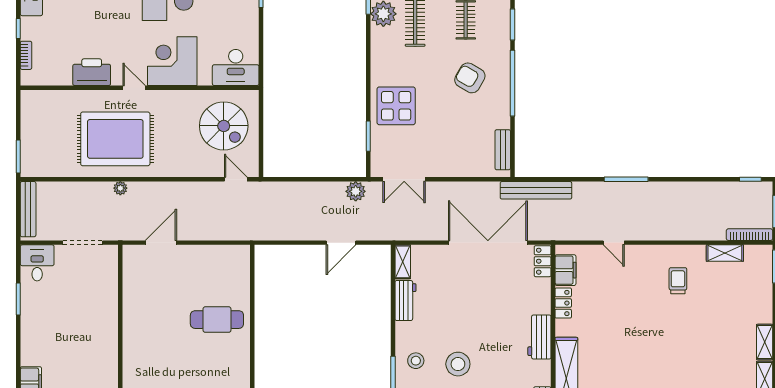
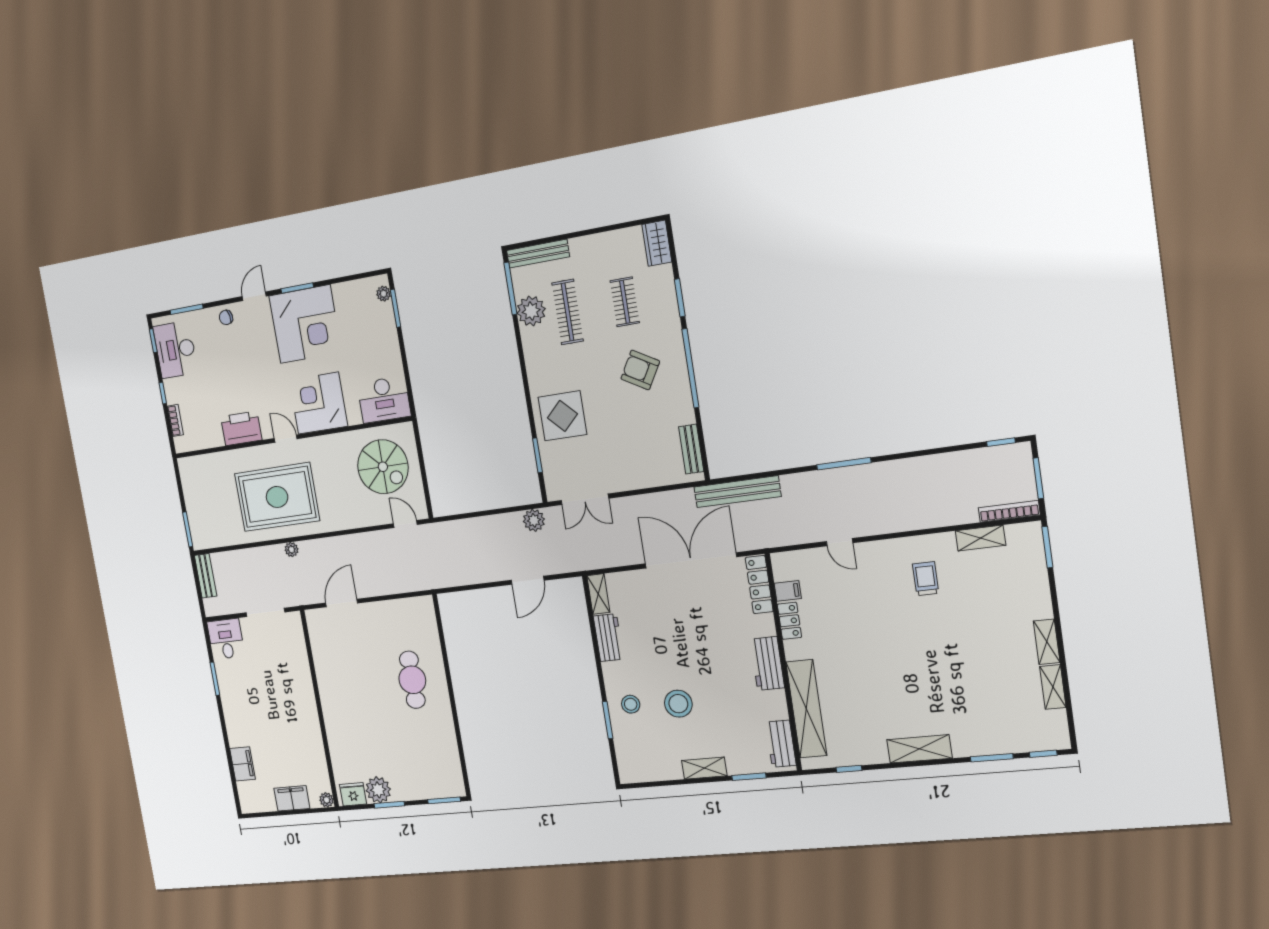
bench: (28, 209) -> (206, 576), width x0.73
locker: (543, 261) -> (759, 585), width x1.53
filing cabinet: (565, 270) -> (788, 591), width x0.50
cafe table: (217, 320) -> (412, 680), turned 90

